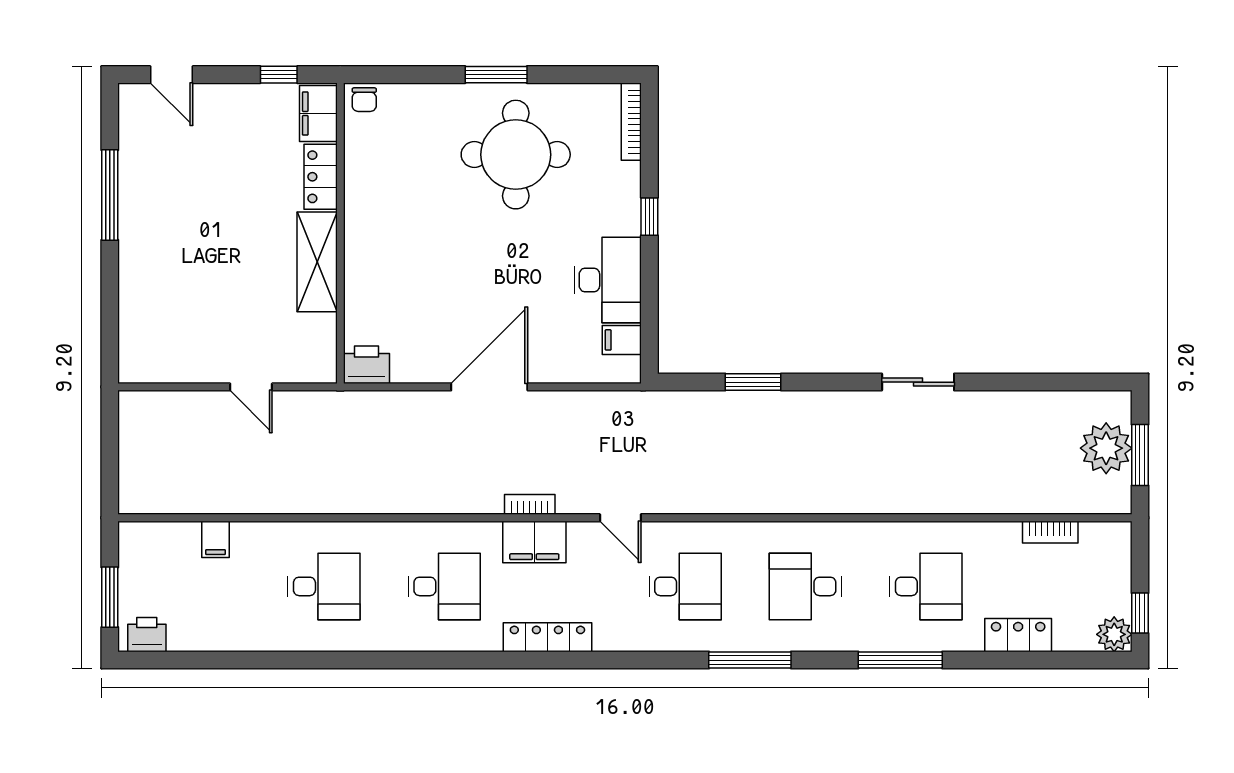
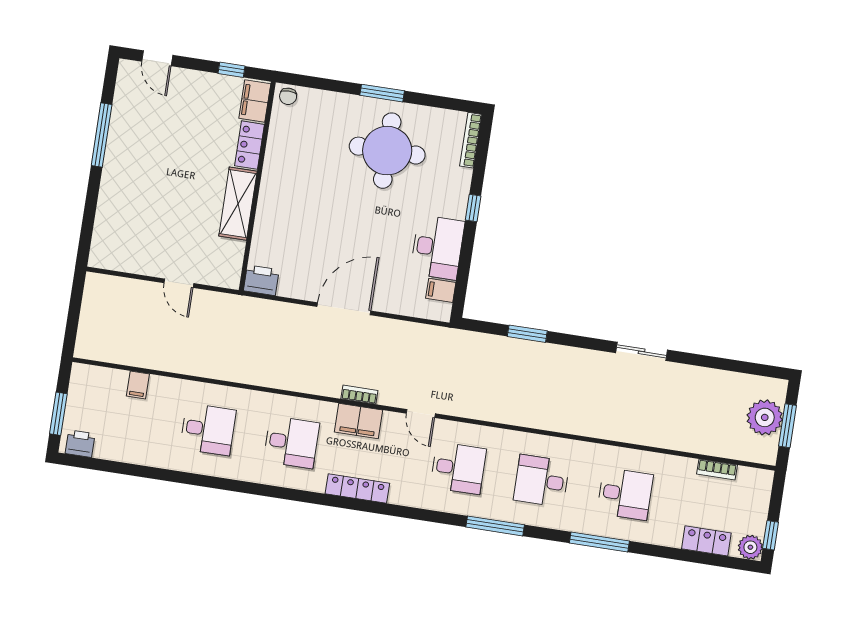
locker: (1018, 635) -> (706, 541), moved

